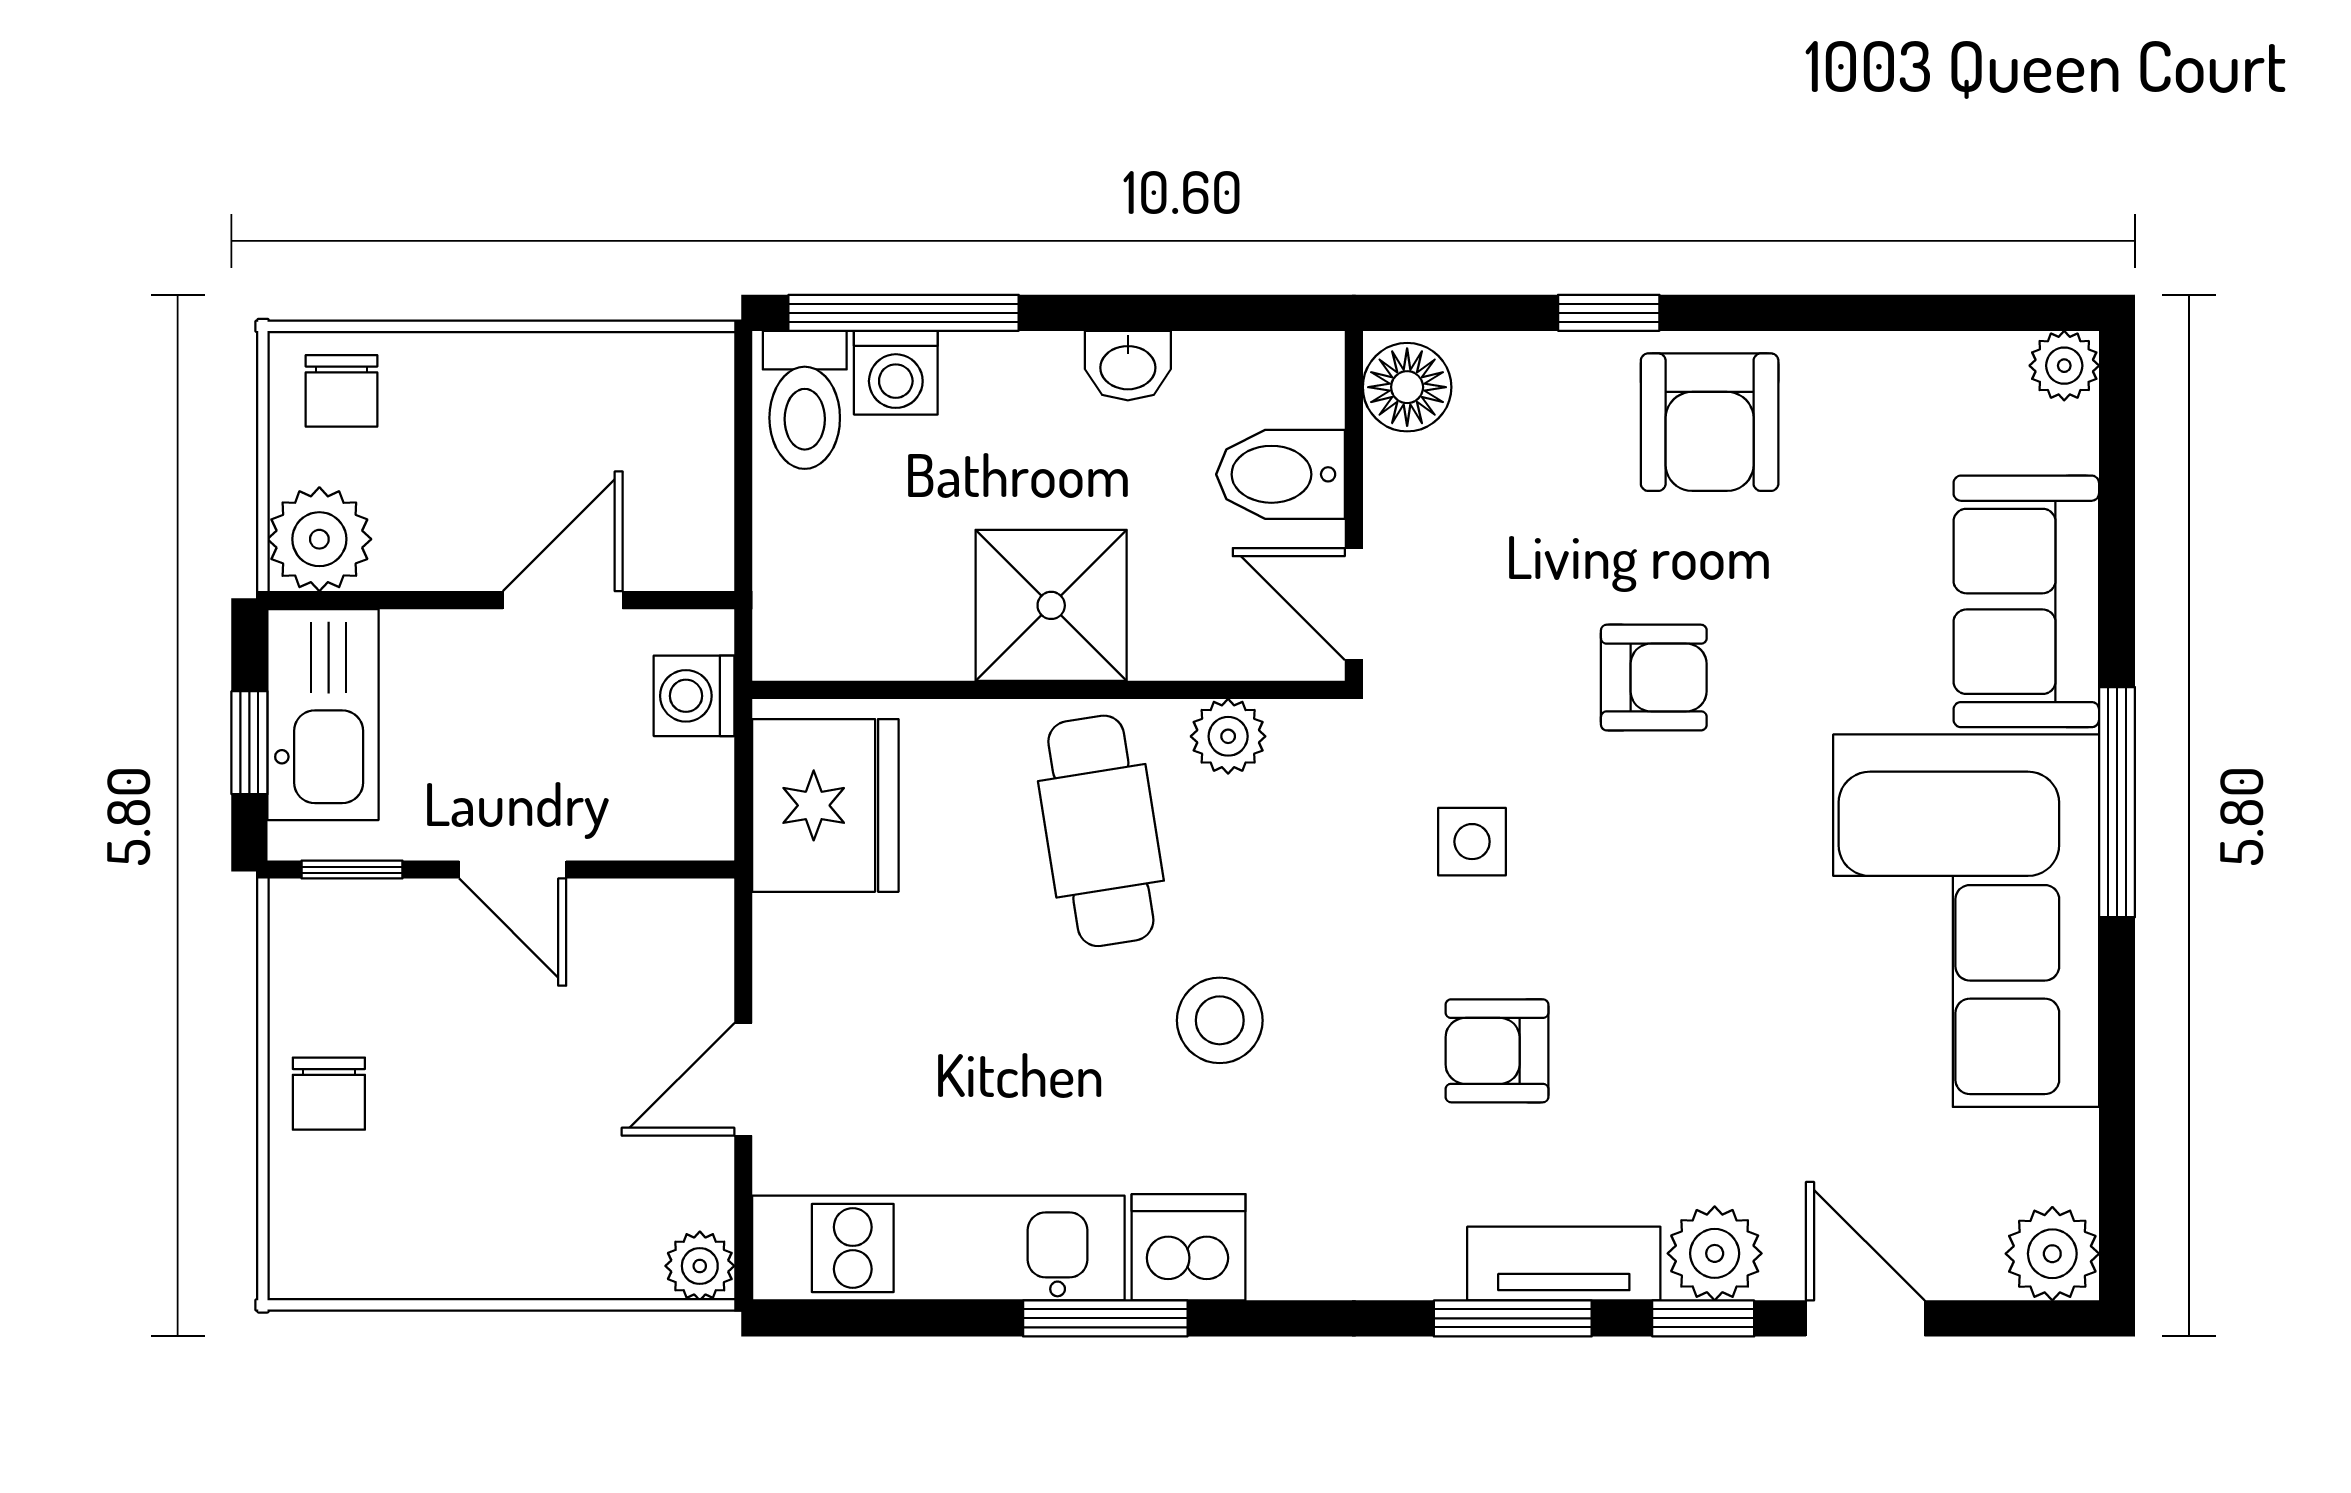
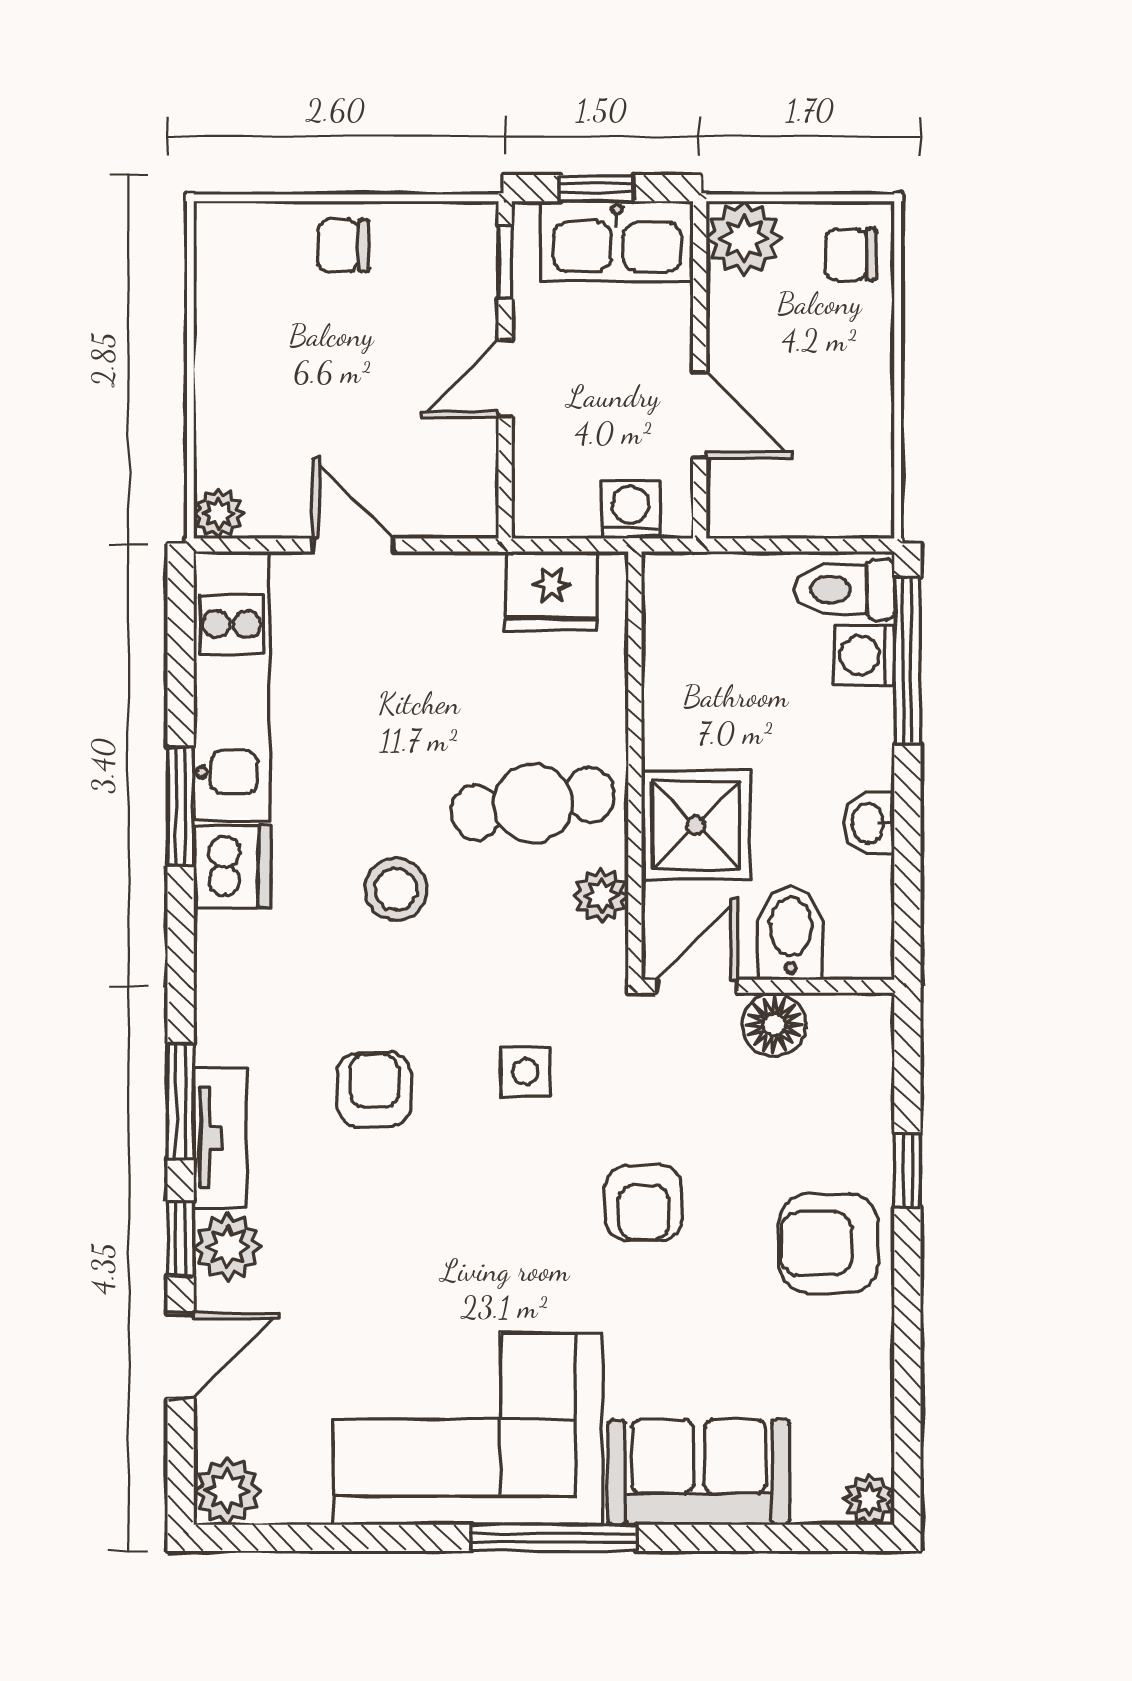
floor lamp: (1407, 387) -> (774, 1025), moved
shower: (1051, 605) -> (696, 825), moved
fridge: (825, 805) -> (551, 591), width x0.73, depth x0.75

